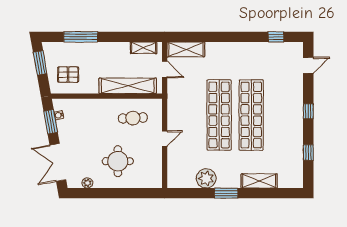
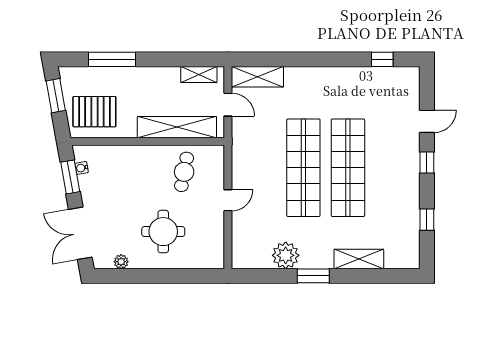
door: (308, 65) -> (427, 121), moved
pallet: (68, 75) -> (94, 112), width x1.50, depth x1.42
cafe table: (133, 118) -> (184, 172), turned -76

